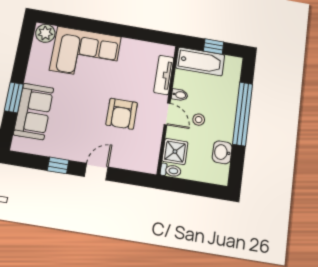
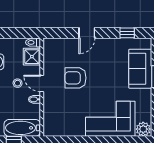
tv unit: (164, 75) -> (49, 113), removed
armchair: (122, 114) -> (76, 78), turned -90
window: (58, 165) -> (127, 33), moved

